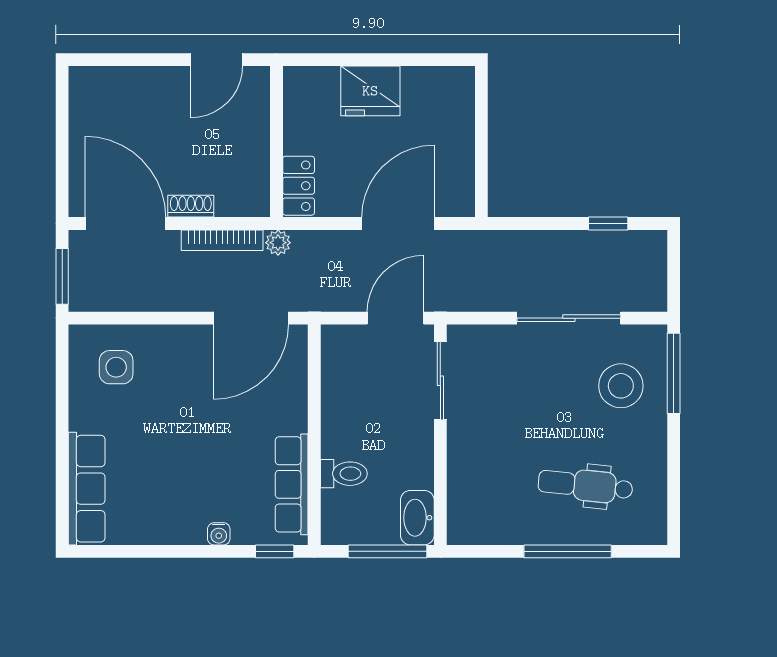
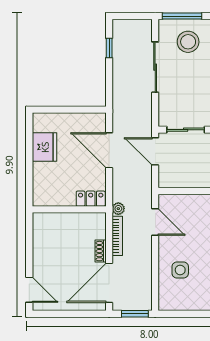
door: (217, 60) -> (29, 290), moved
fridge: (370, 91) -> (45, 147), moved
door: (251, 318) -> (155, 222), width x0.73
side table: (116, 367) -> (180, 270), moved

